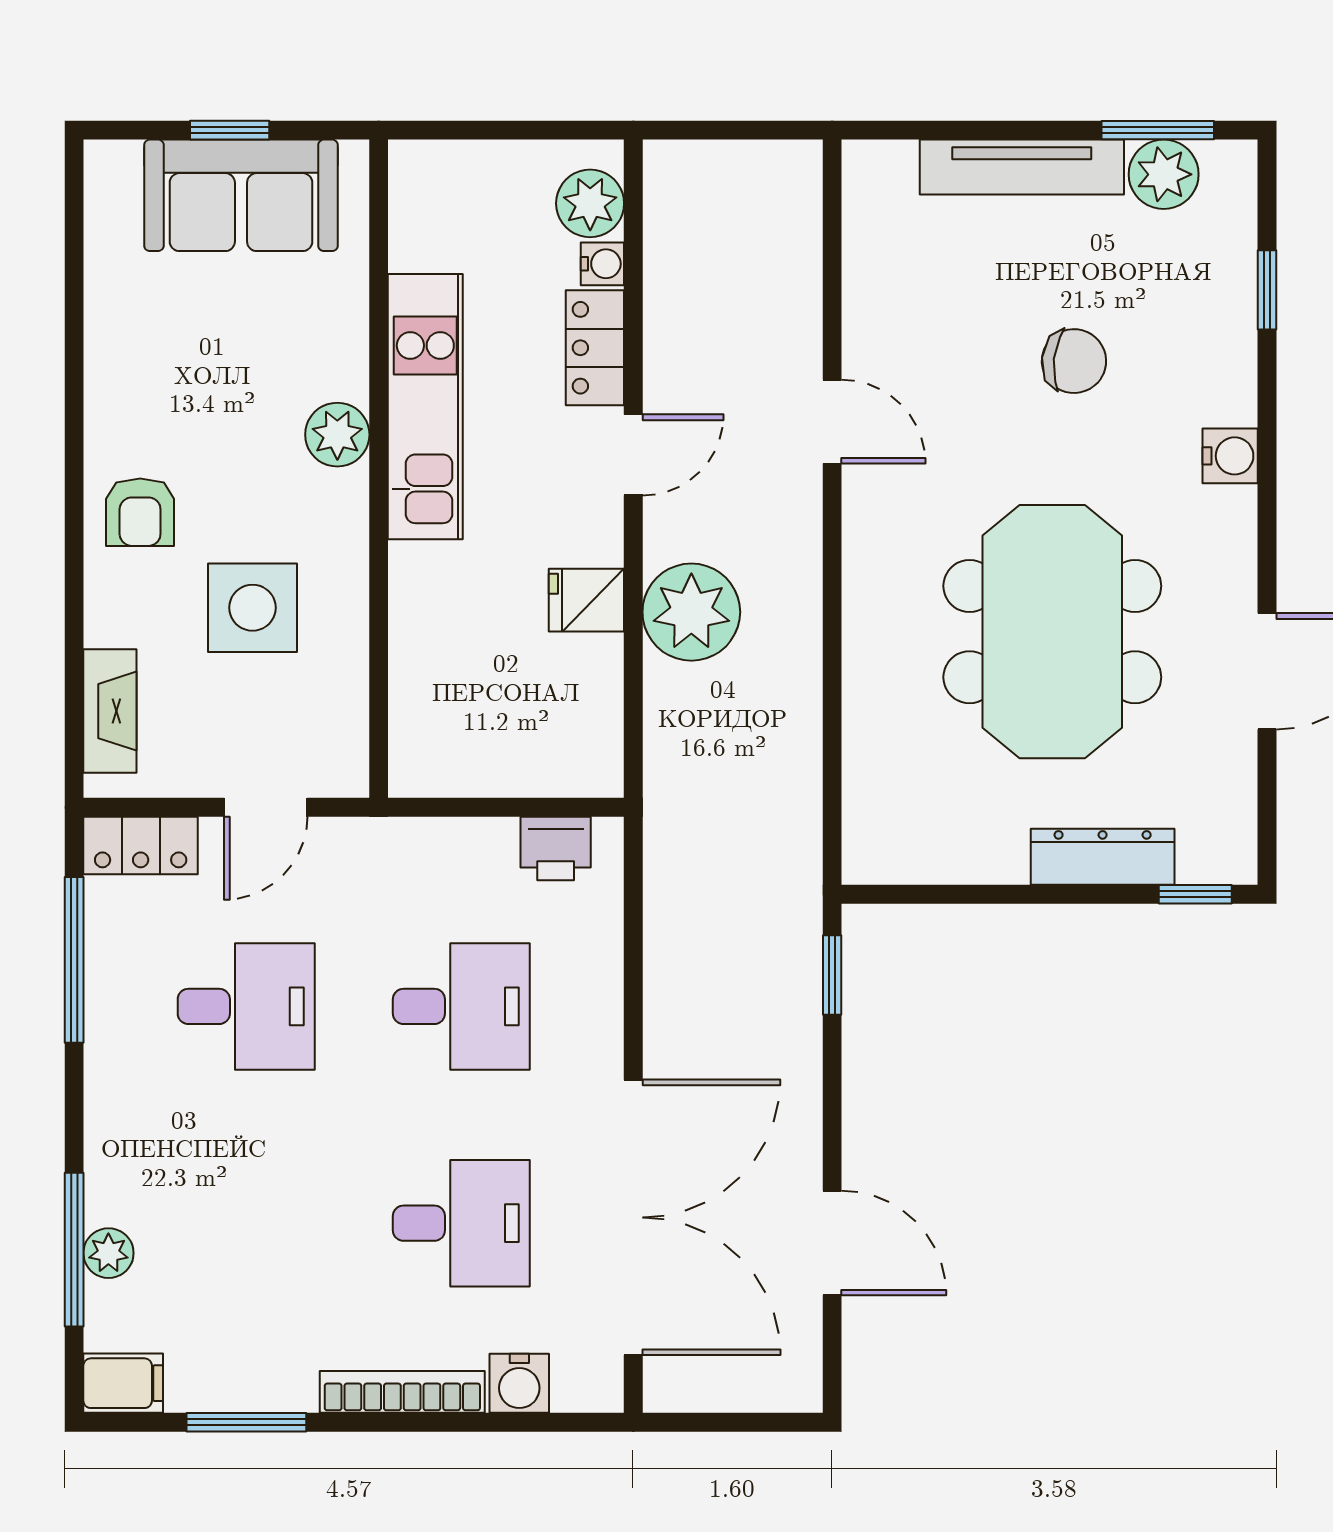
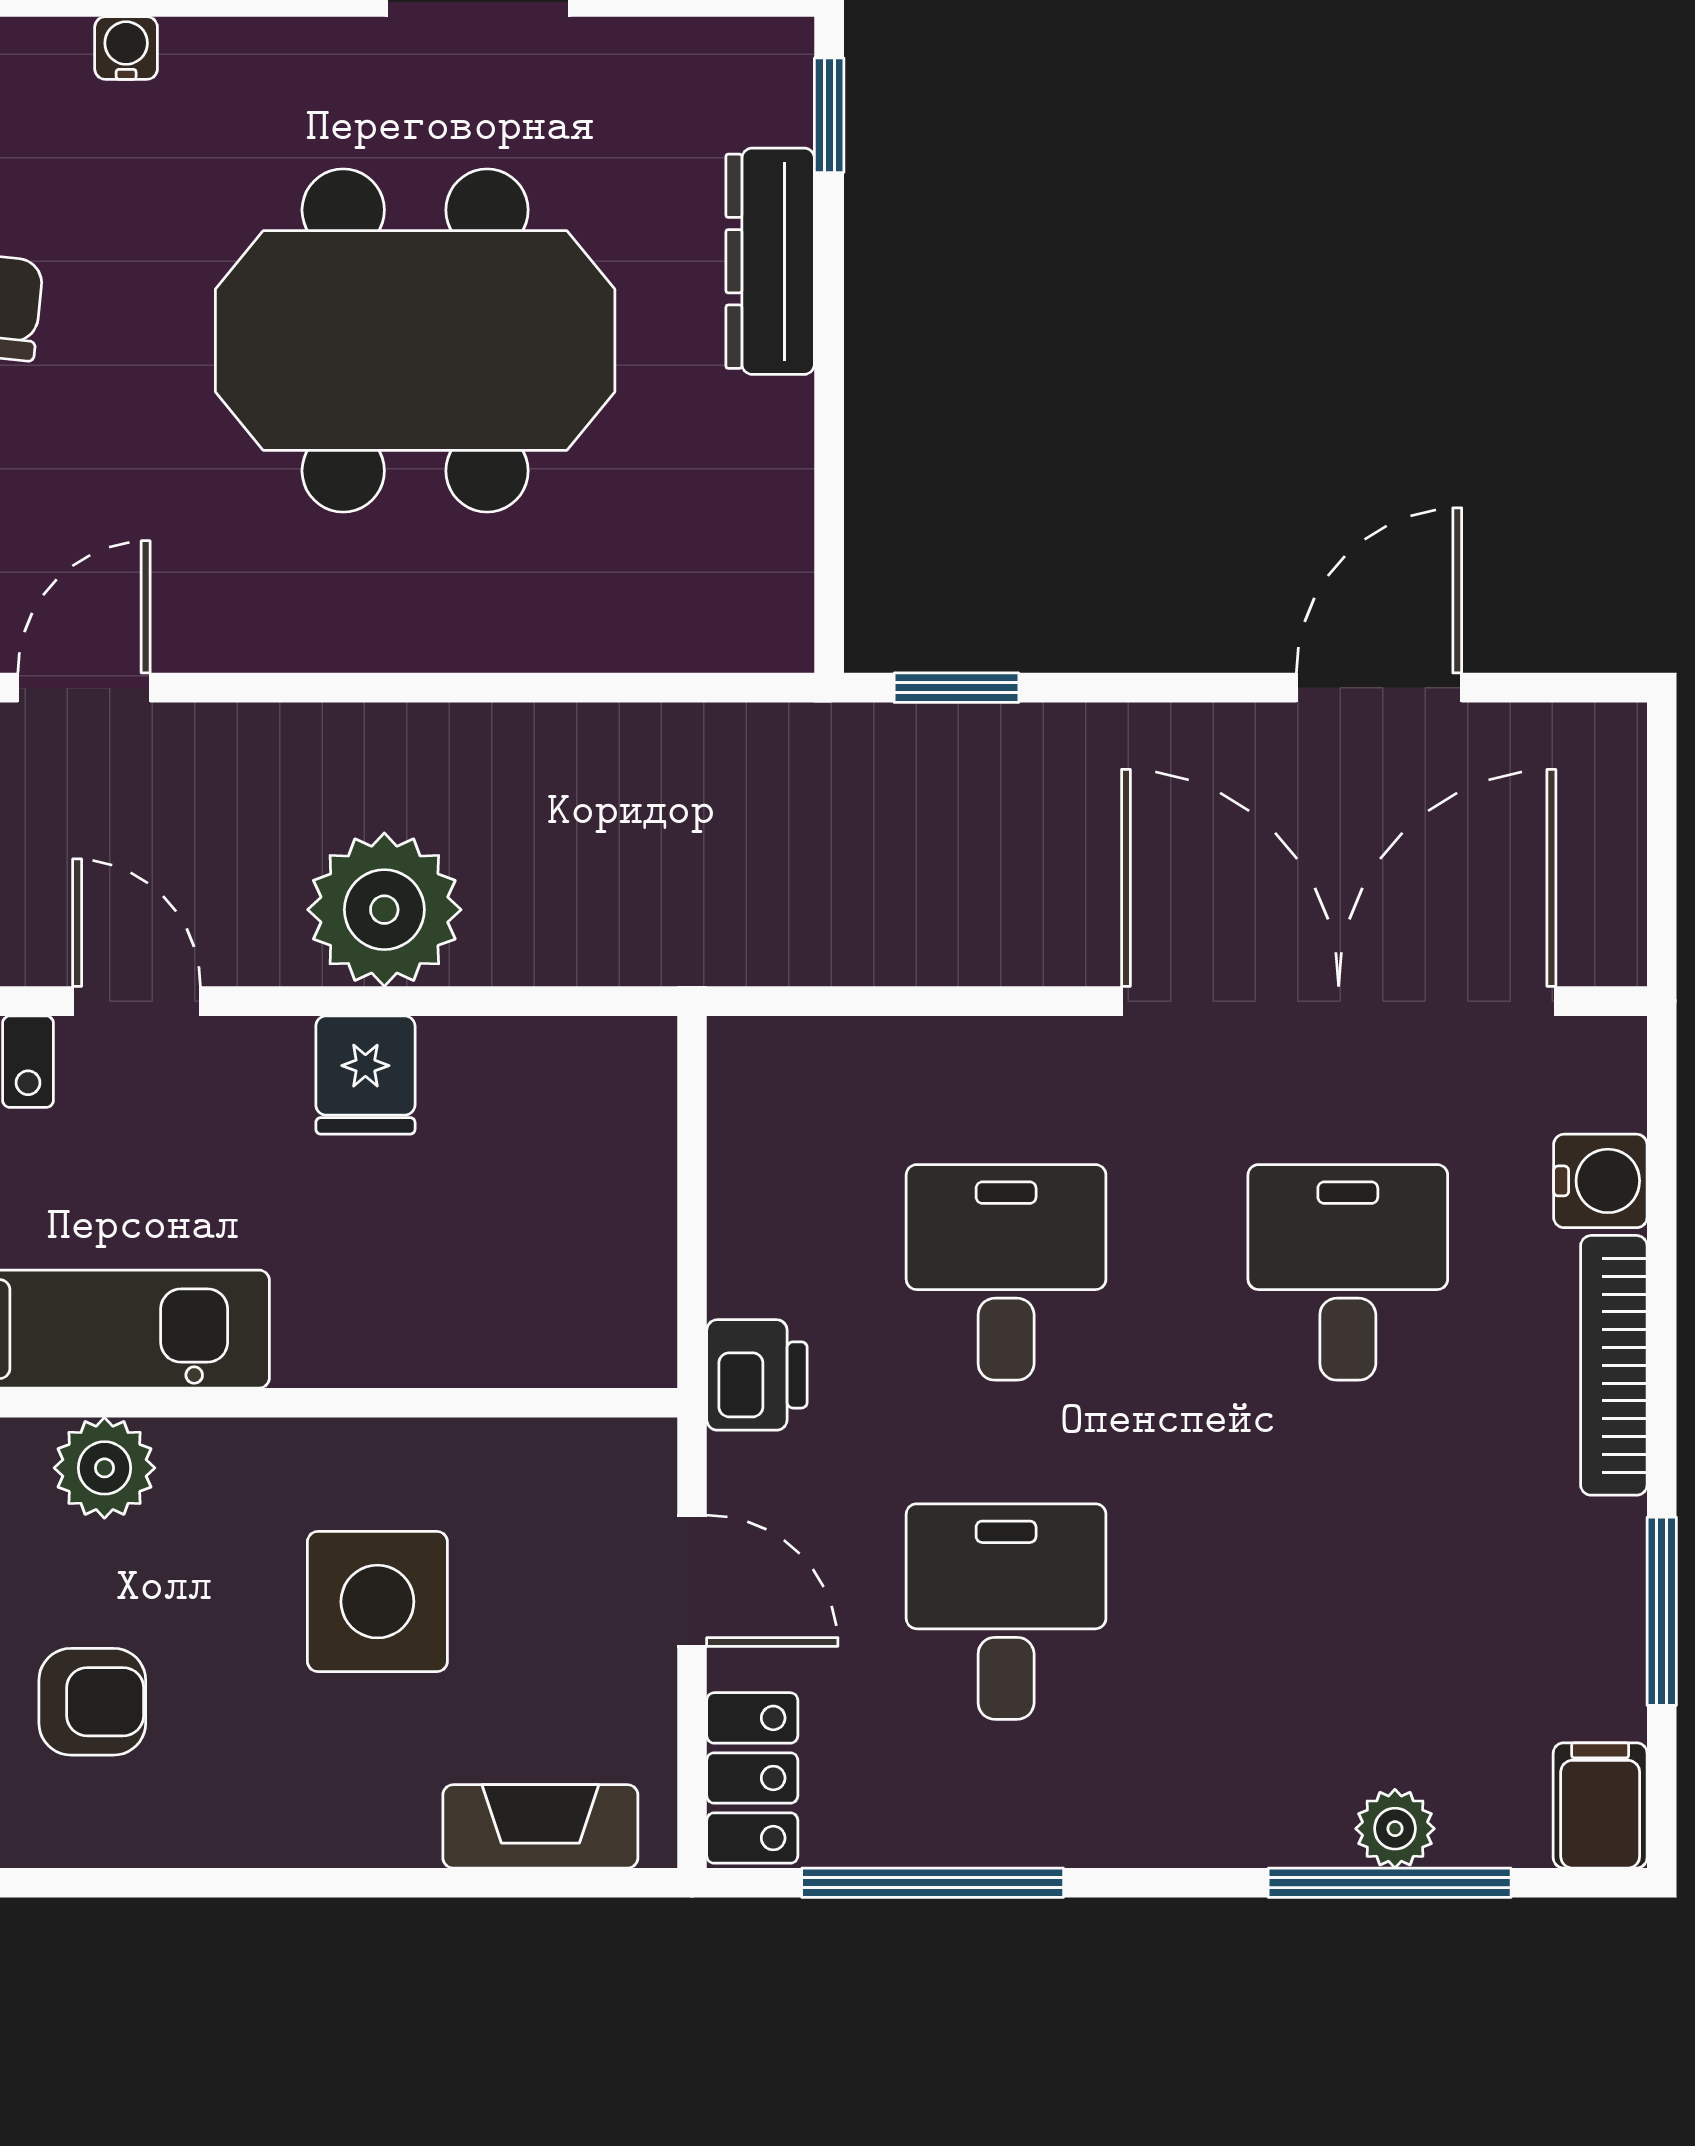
water cooler: (1230, 456) -> (126, 48), width x0.72, depth x0.72
armchair: (140, 512) -> (92, 1702), moved
printer: (556, 848) -> (757, 1375), moved

